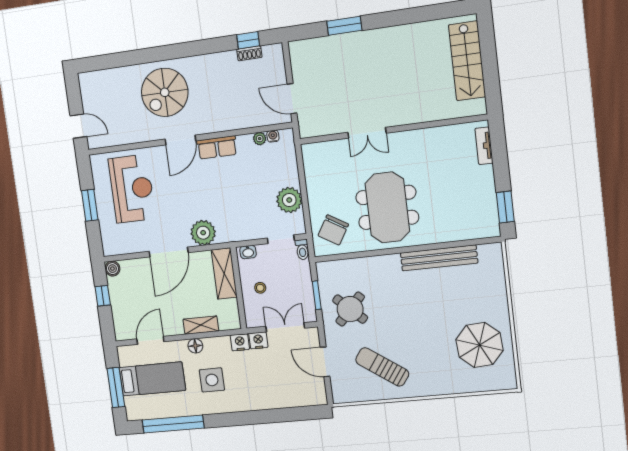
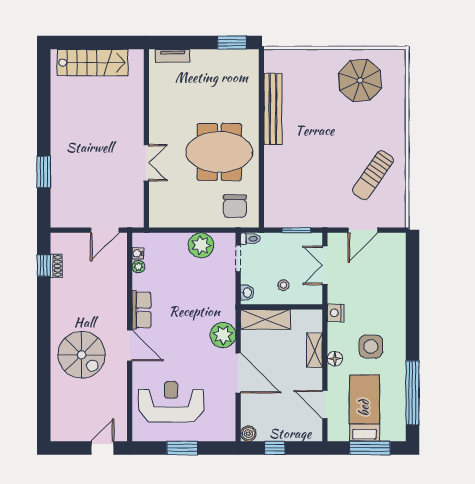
chair: (333, 230) -> (235, 206), turned 59
round table: (350, 309) -> (313, 199), removed
nightstand: (258, 340) -> (335, 294), removed

